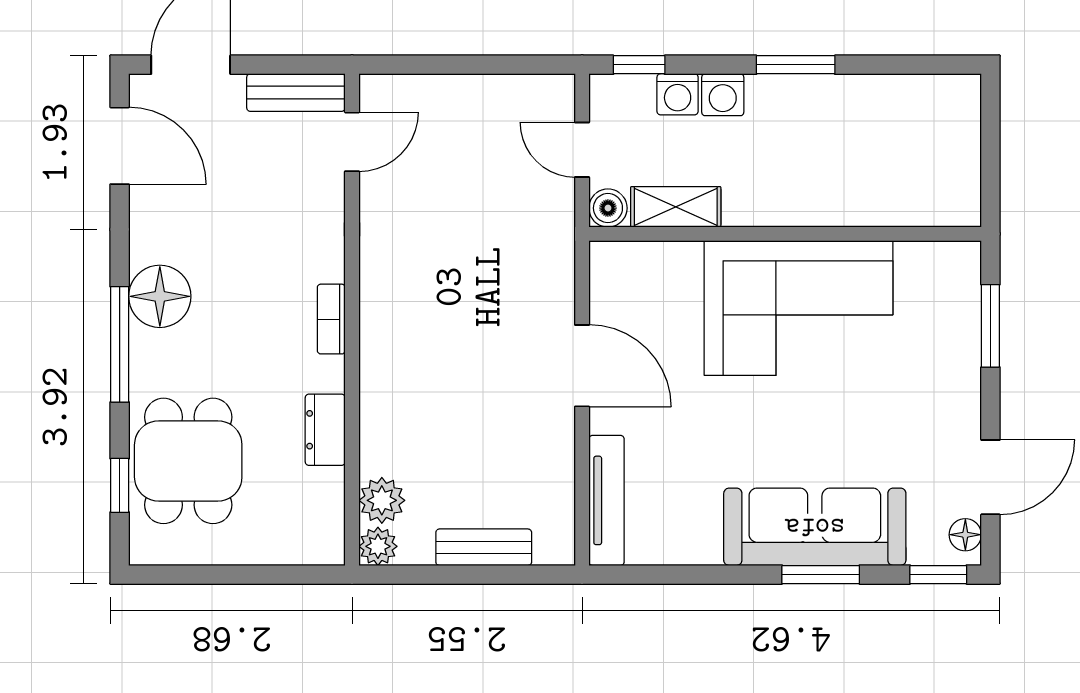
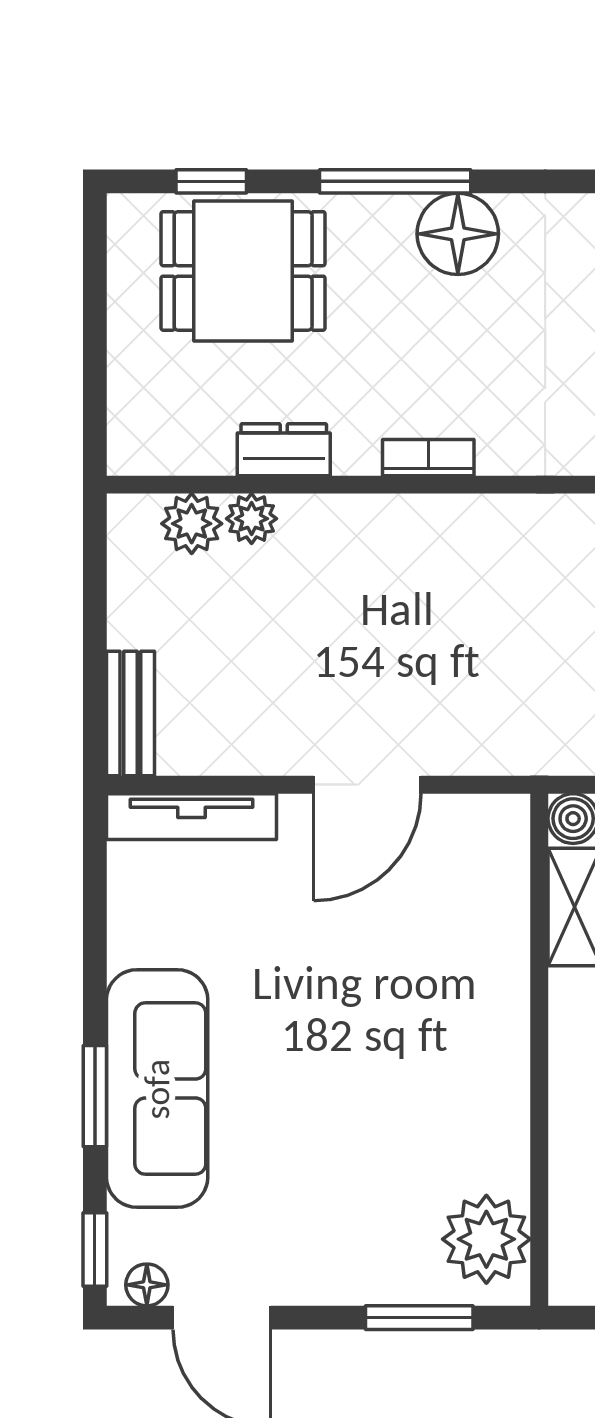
plant: (930, 274) -> (486, 1239), added
corner sofa: (799, 308) -> (443, 1067), removed
plant: (378, 546) -> (252, 519), moved
bench: (484, 547) -> (130, 714), moved

